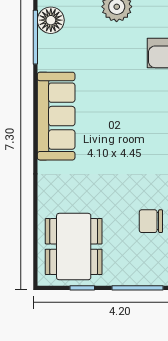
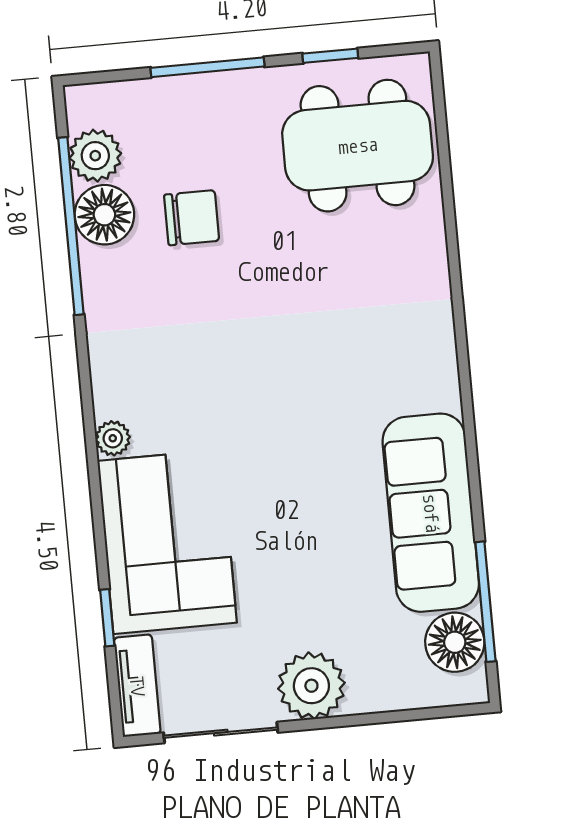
sofa: (56, 116) -> (431, 513), moved
dining table: (74, 247) -> (358, 146), turned 90

